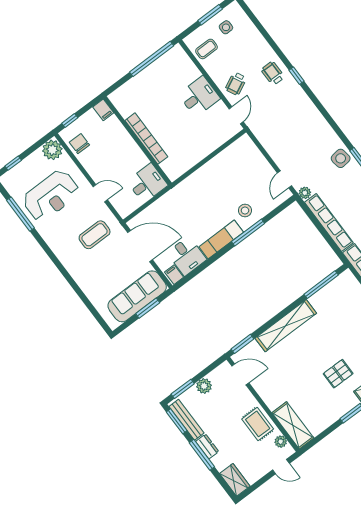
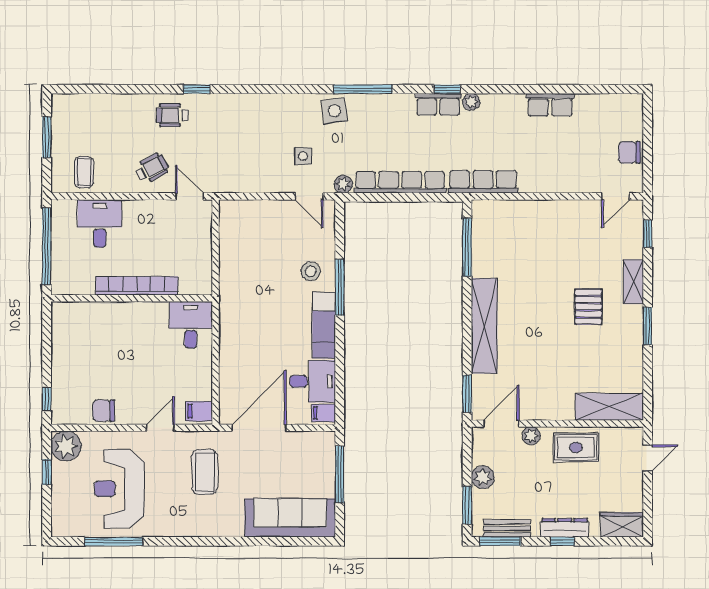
side table: (226, 27) -> (303, 156), moved
wheelchair: (236, 84) -> (152, 168), turned -93
desk: (199, 96) -> (100, 223), moved
filing cabinet: (103, 110) -> (199, 411), moved, turned 180
bookcase: (146, 139) -> (137, 286), moved
wall: (138, 141) -> (132, 298), moved
chair: (79, 144) -> (104, 411), moved
window: (13, 163) -> (47, 472), moved
desk: (147, 183) -> (191, 325), moved
reception desk: (51, 196) -> (119, 489), turned 180
sofa: (137, 296) -> (290, 518), moved, turned 90
window: (148, 308) -> (340, 474), width x1.44
bench: (187, 420) -> (507, 528), width x0.73
plant: (281, 442) -> (531, 436), moved
dresser: (207, 446) -> (565, 528), width x1.44
window: (202, 455) -> (562, 541), width x0.46

